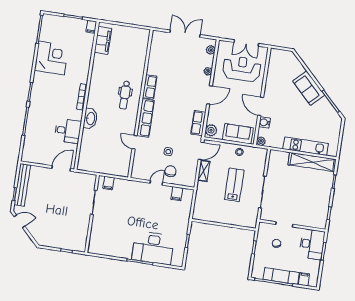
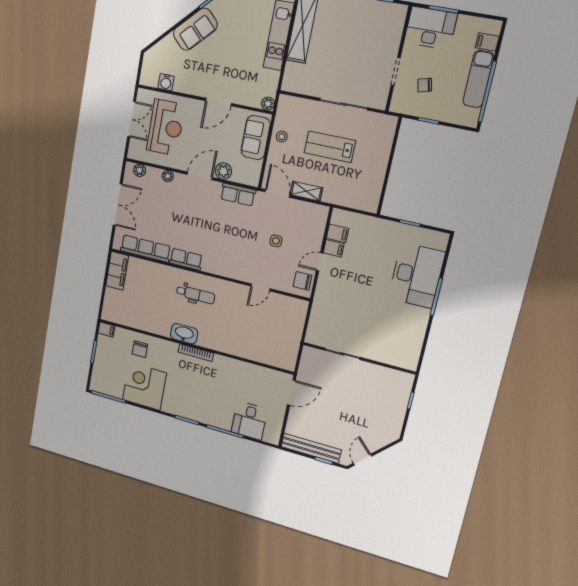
double door: (185, 34) -> (118, 205), swing flipped
filing cabinet: (103, 40) -> (117, 271), moved, turned 90
chair: (79, 54) -> (140, 349), added
reception desk: (242, 69) -> (166, 127), turned 180
door: (209, 95) -> (200, 176), hinge flipped
row of seats: (145, 118) -> (145, 248), moved
washbasin: (90, 119) -> (184, 334), moved
water cooler: (265, 122) -> (166, 82), moved
plant: (211, 130) -> (223, 171), moved
desk: (68, 131) -> (249, 421), moved, turned 180
door: (61, 168) -> (291, 393), swing flipped
chair: (170, 171) -> (302, 281), moved
filing cabinet: (108, 183) -> (334, 248), moved
door: (156, 183) -> (320, 262), hinge flipped

